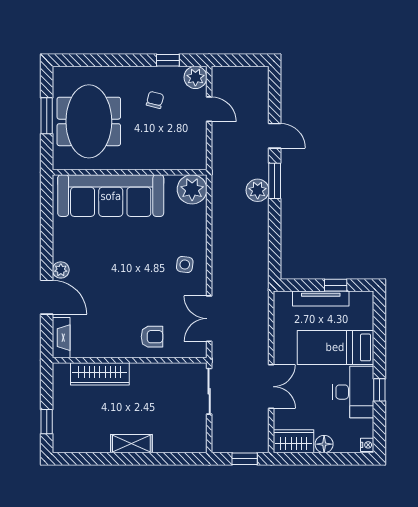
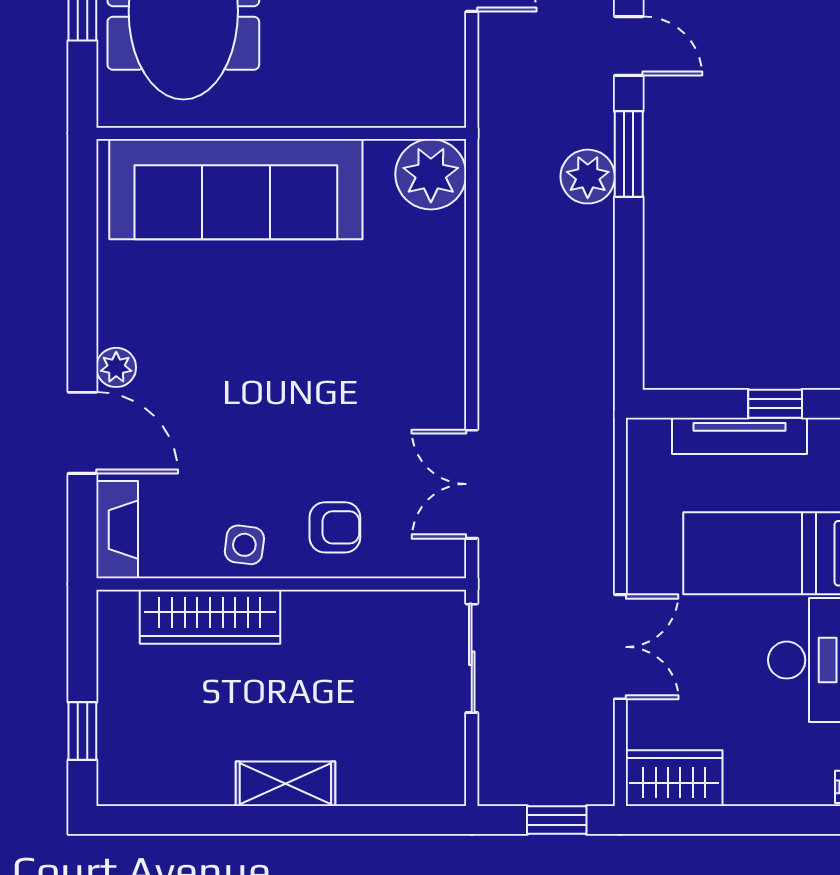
side table: (185, 264) -> (244, 545), moved
floor lamp: (324, 444) -> (747, 785), removed

